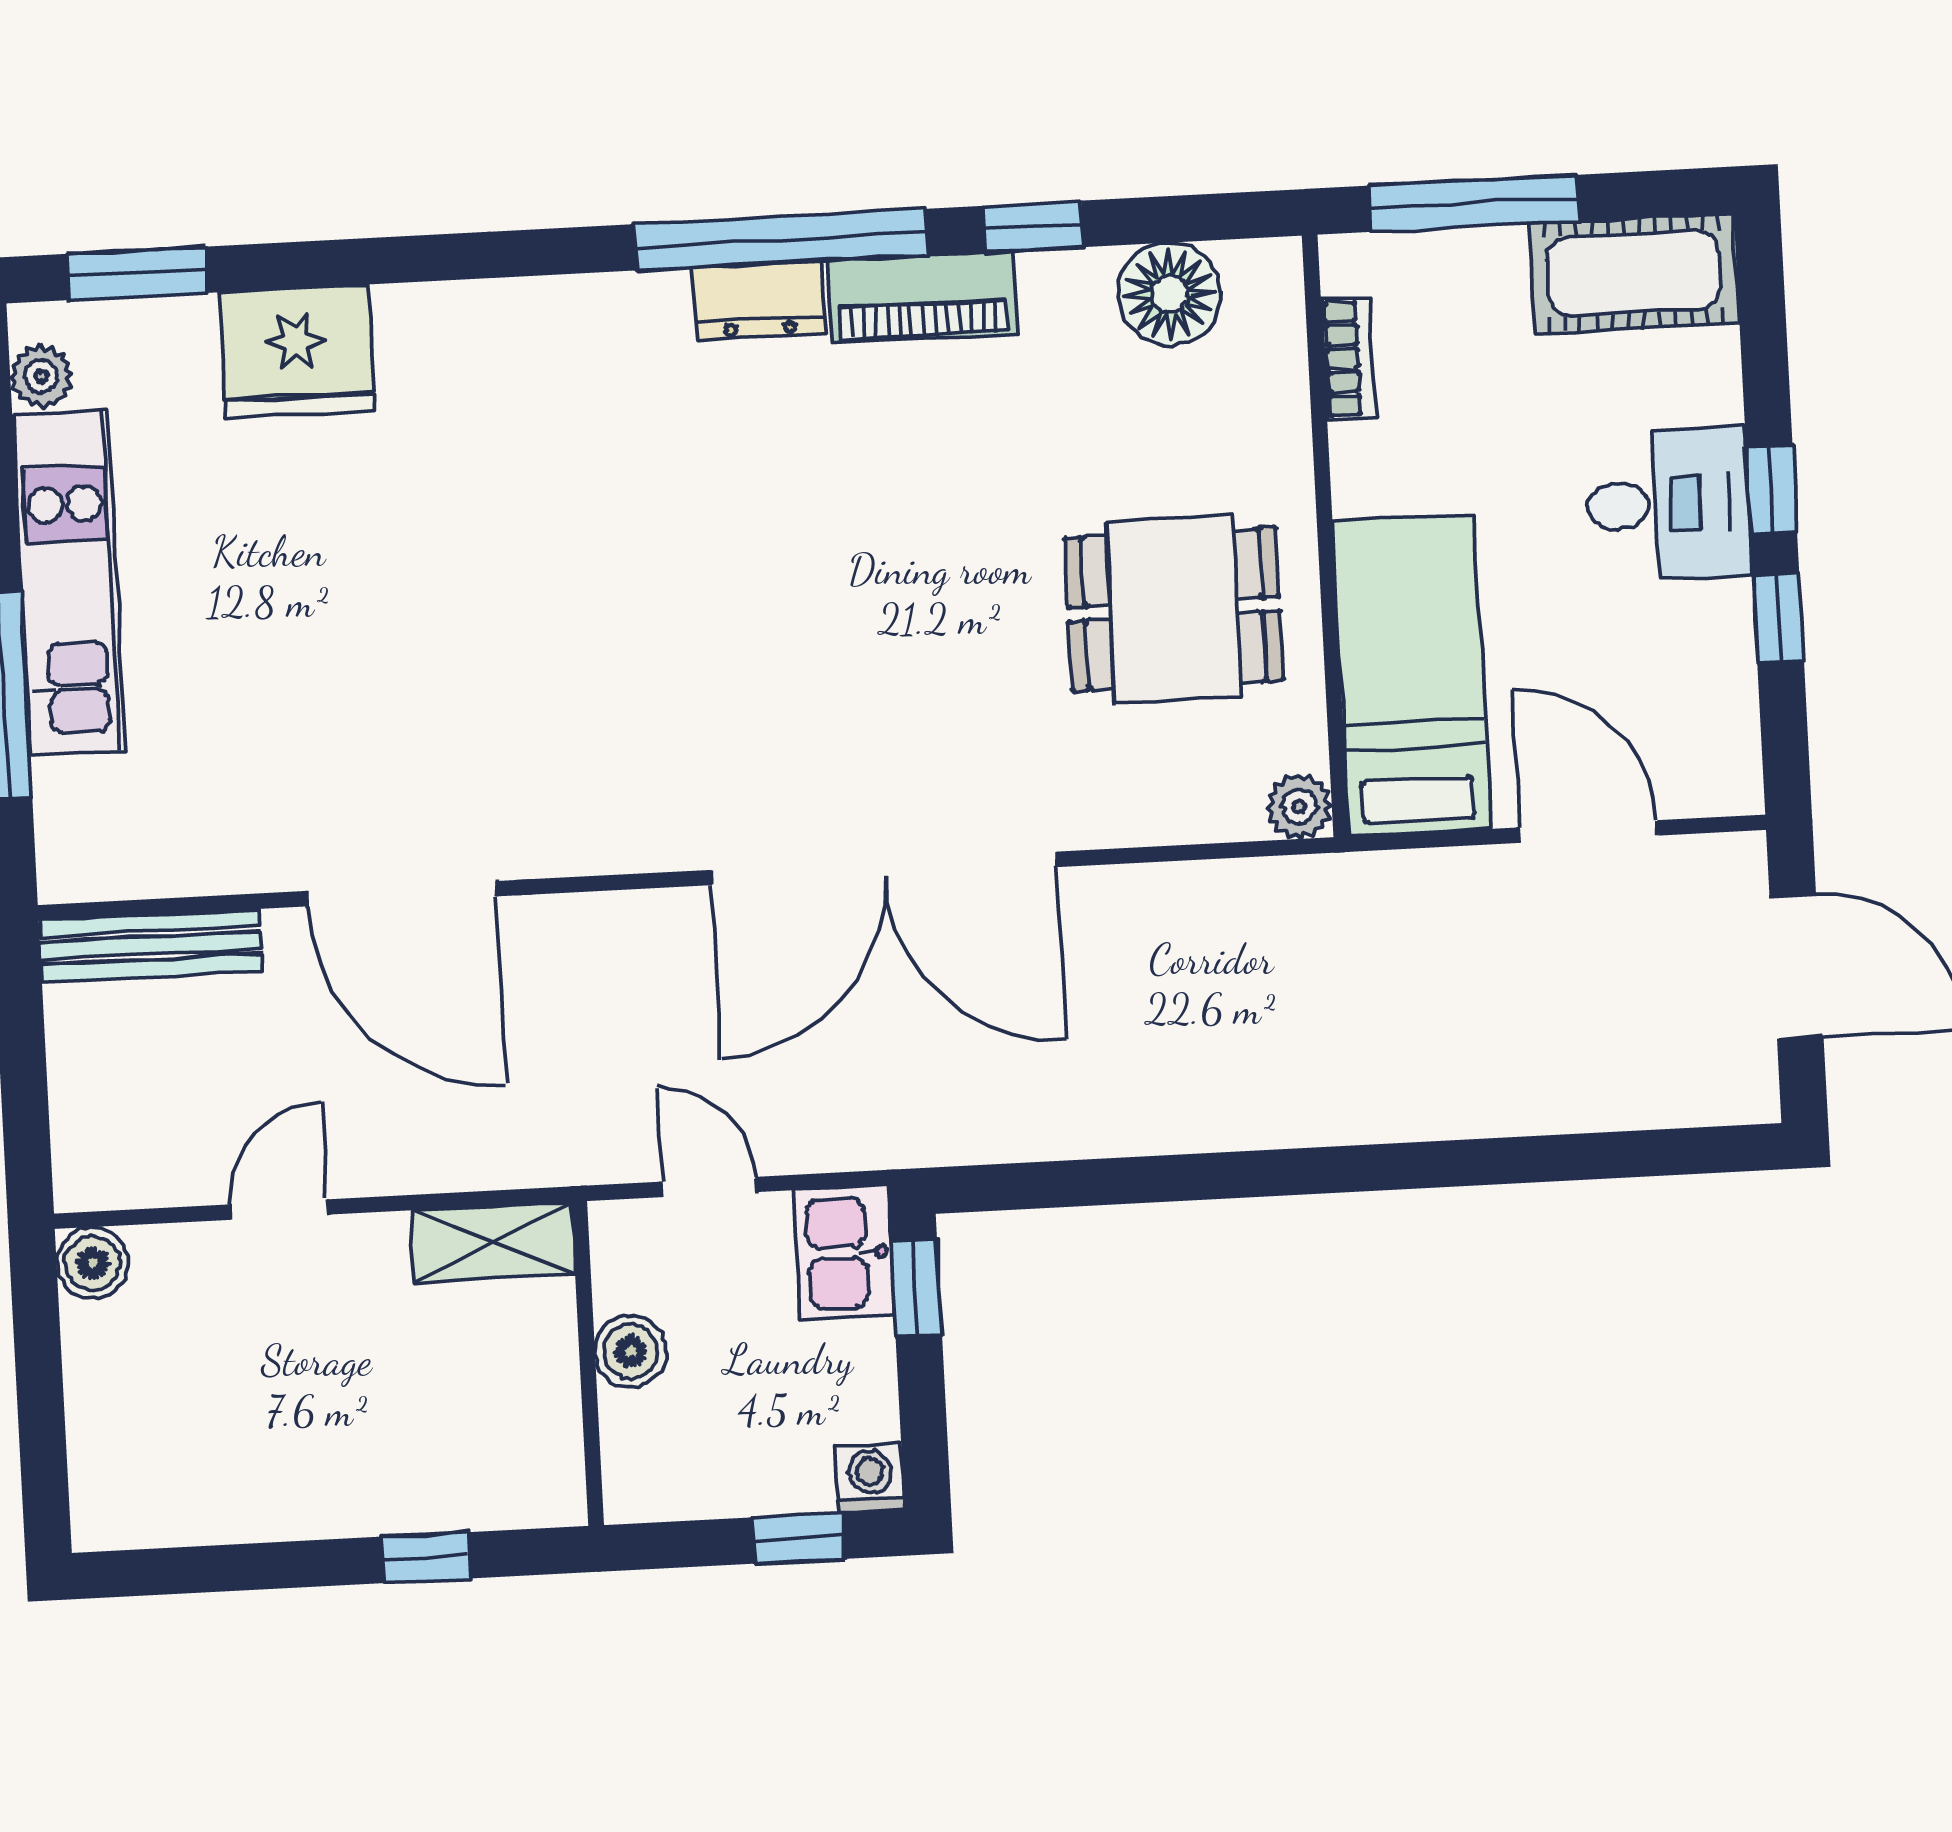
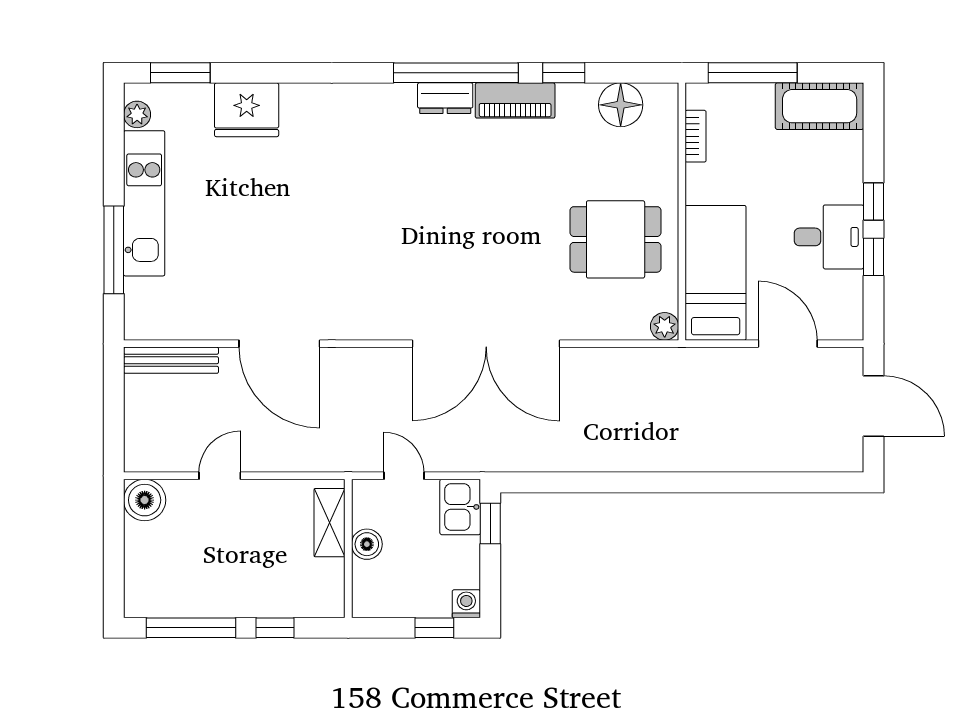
desk: (1668, 504) -> (829, 237), moved
shelving: (493, 1242) -> (329, 523), moved, turned 90
boiler: (92, 1263) -> (145, 500), width x1.36, depth x1.36
window: (230, 1568) -> (191, 628), added

